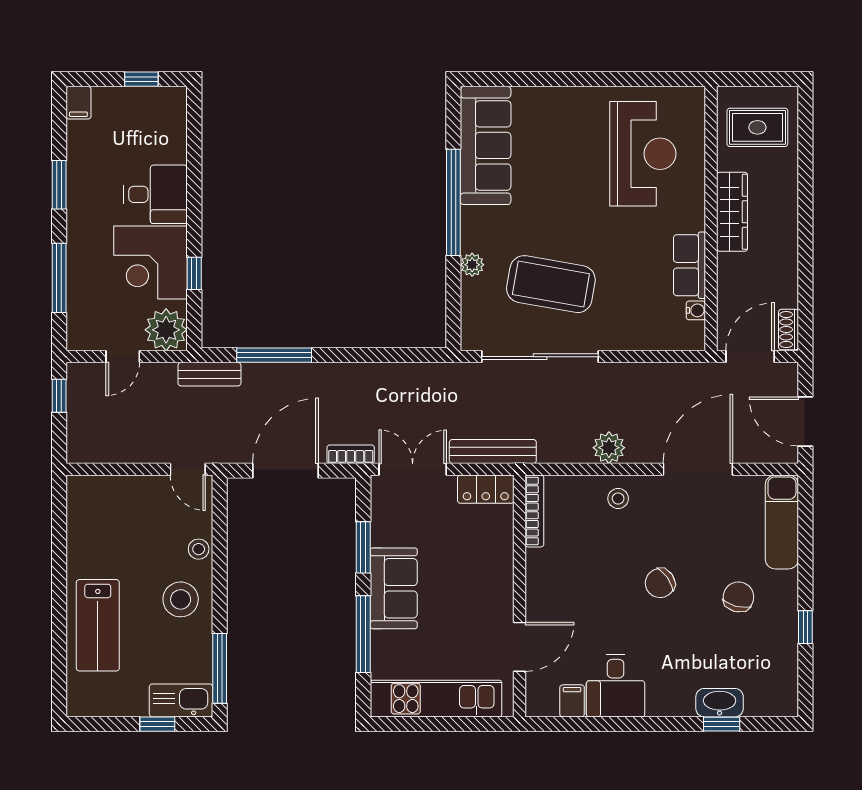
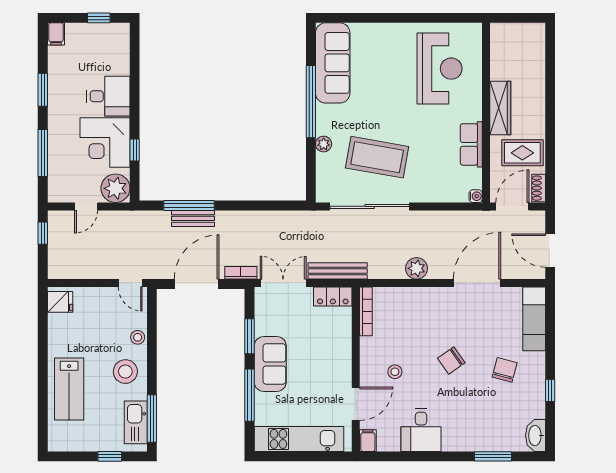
rug: (757, 127) -> (522, 153), moved
water cooler: (696, 310) -> (476, 196), moved
bench: (209, 374) -> (193, 218), moved
fridge: (85, 497) -> (60, 302), added
stool: (618, 498) -> (395, 372), moved
kitchen sink: (181, 700) -> (136, 422), moved, turned -90
filing cabinet: (572, 701) -> (368, 441), moved
washbasin: (720, 703) -> (536, 435), moved, turned -90
window: (722, 724) -> (493, 456), width x1.50

